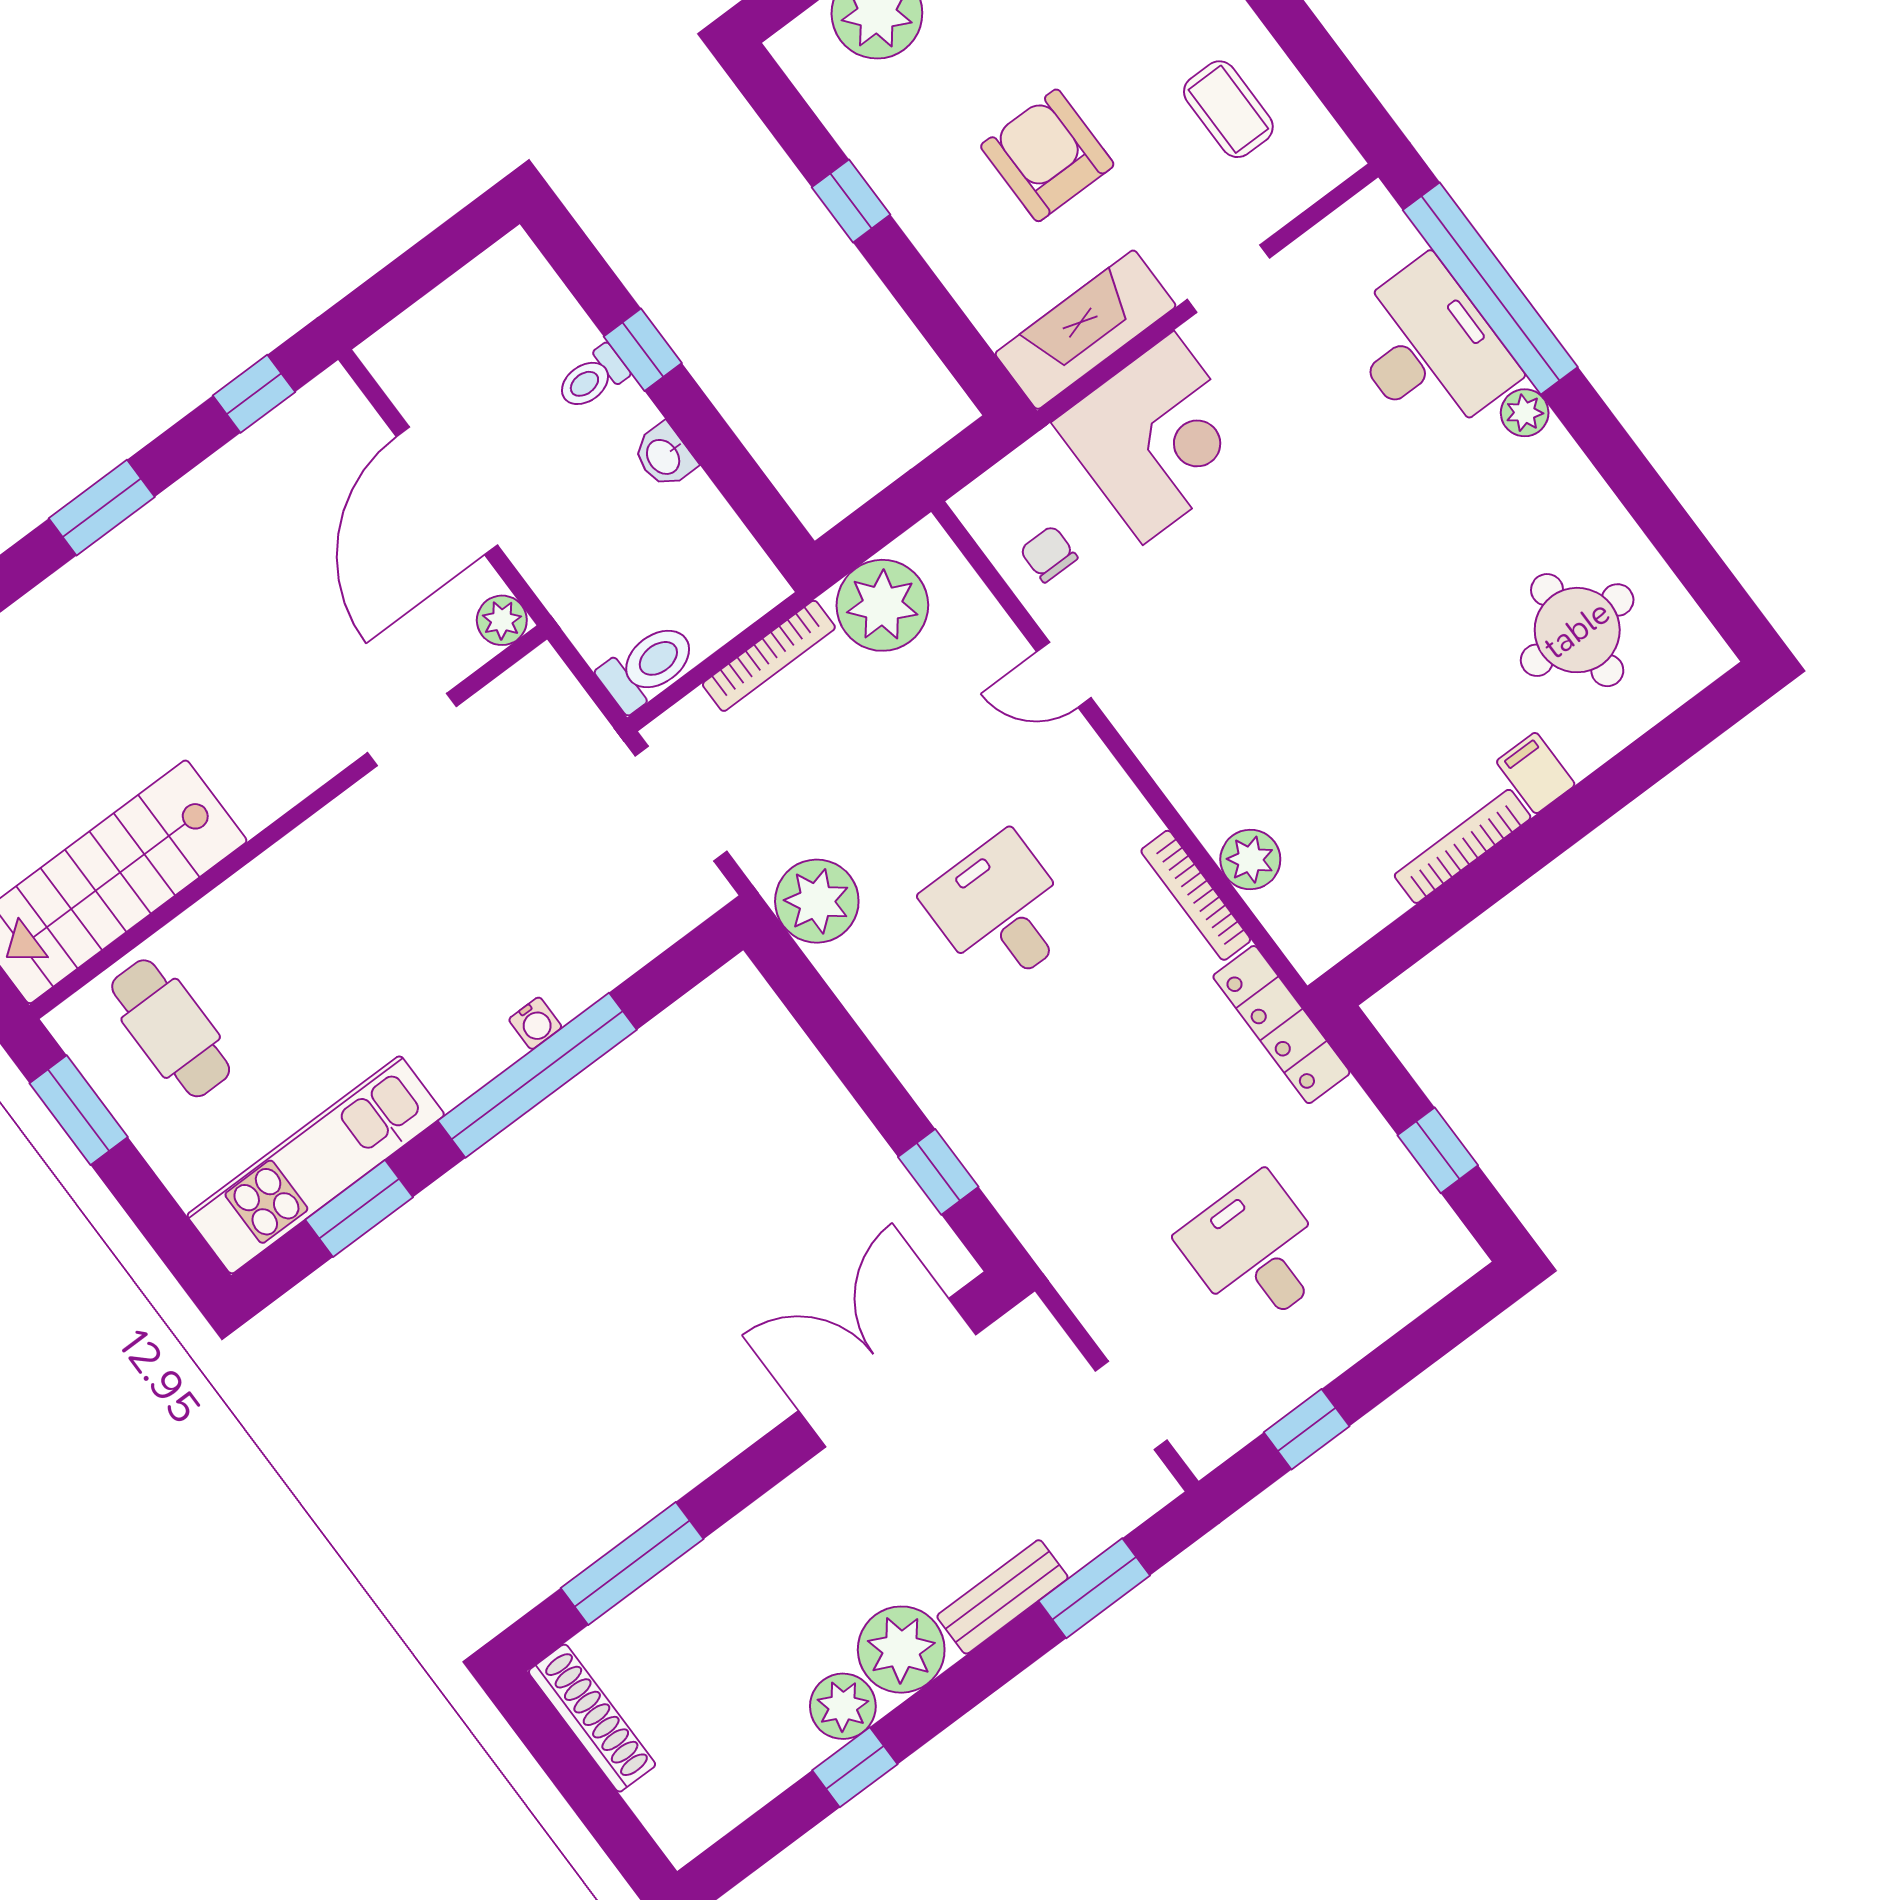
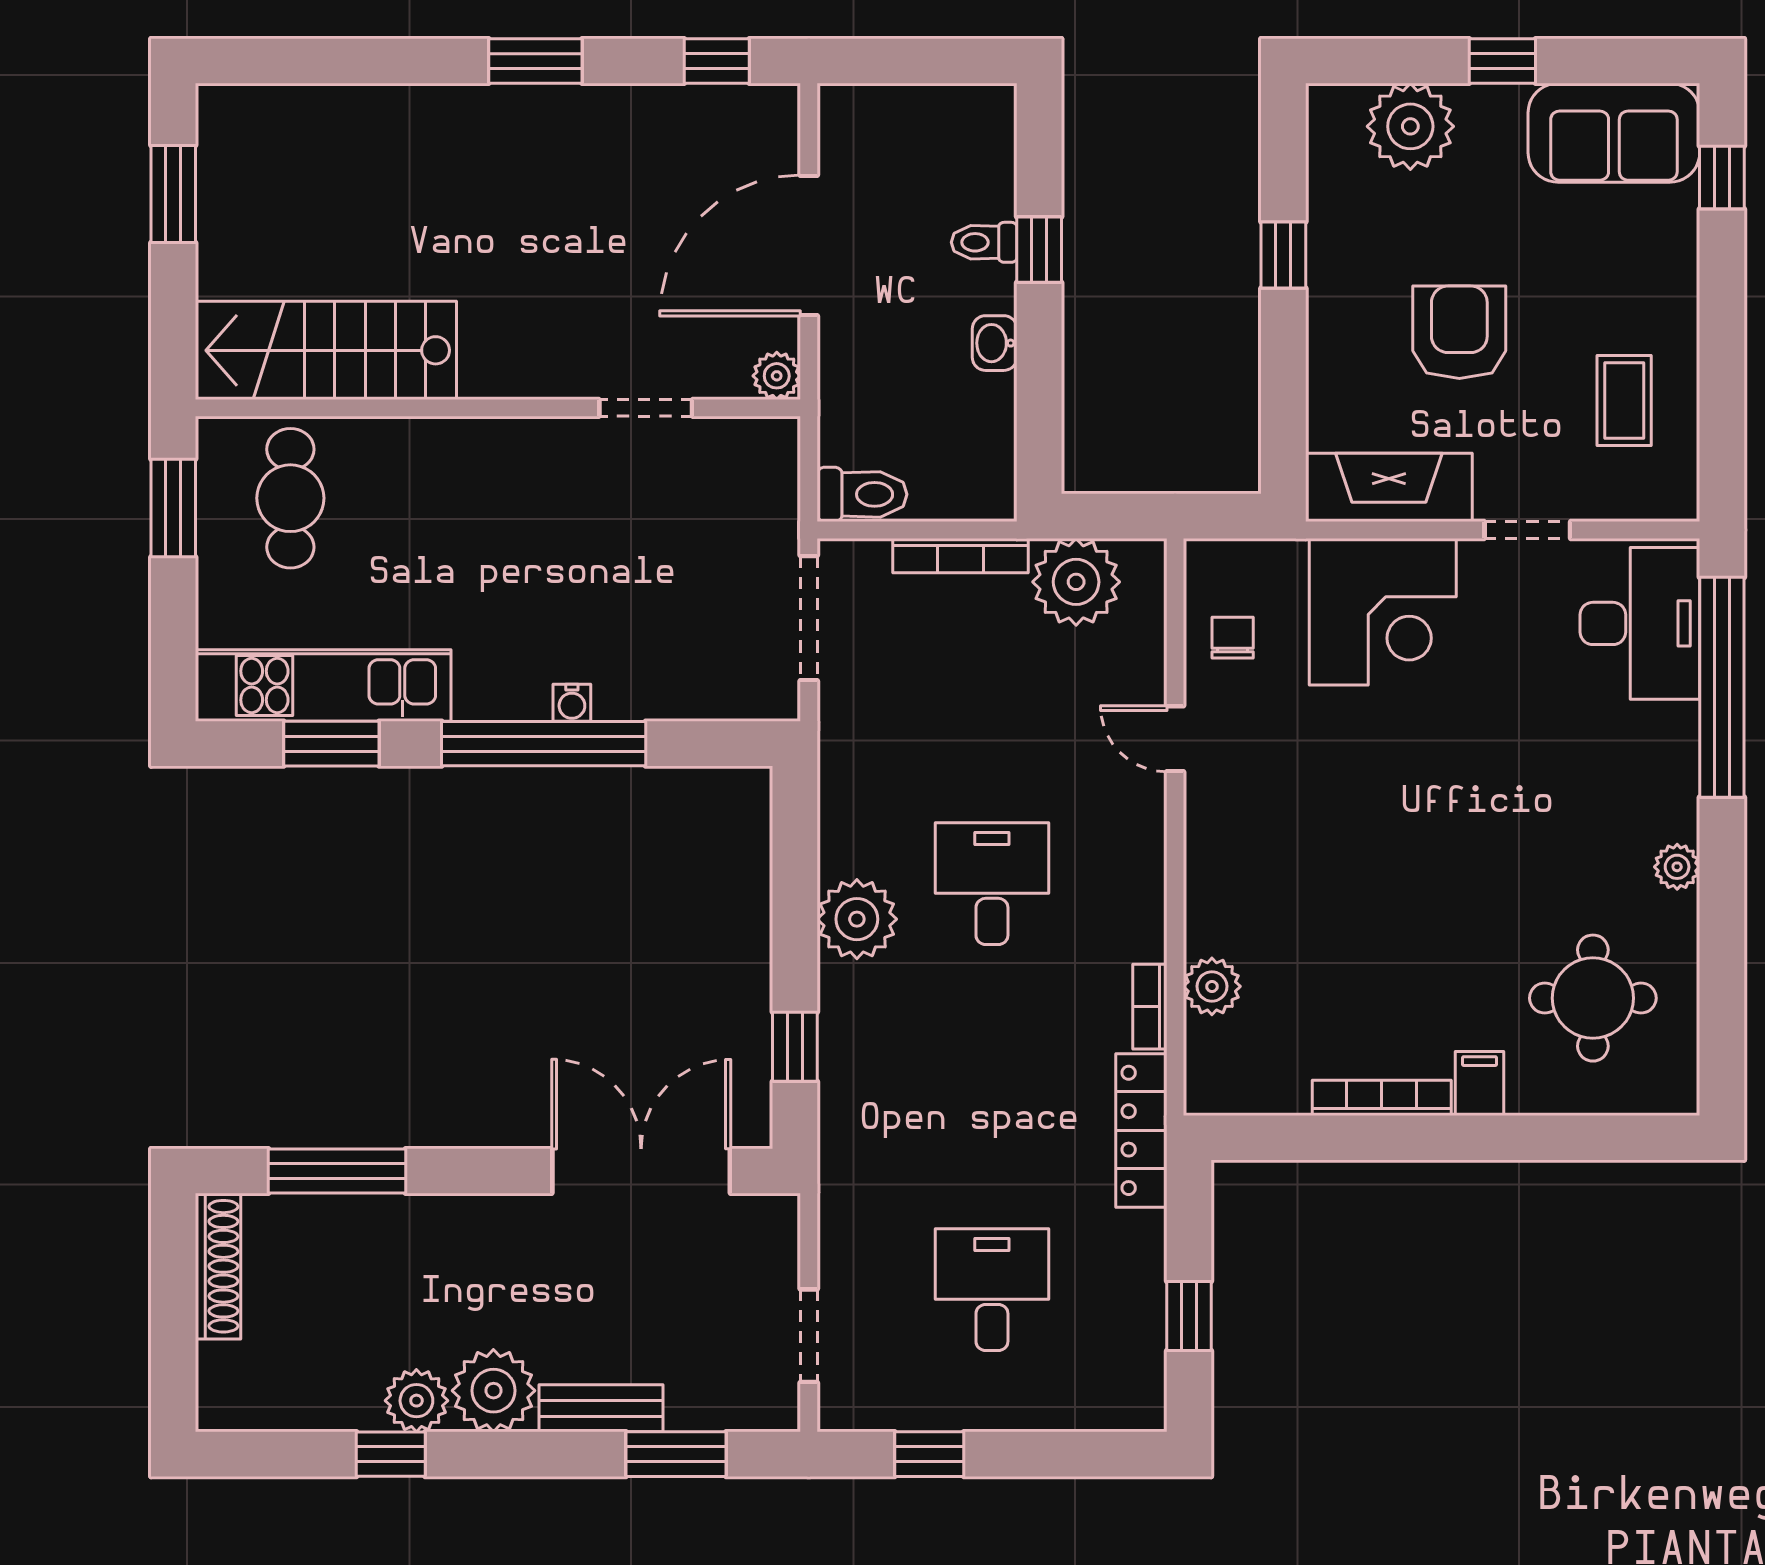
desk: (1429, 350) -> (1640, 623), moved
plant: (1525, 413) -> (1677, 867), moved
bookcase: (1196, 895) -> (1150, 1007), width x0.64
plant: (817, 901) -> (857, 919), moved

